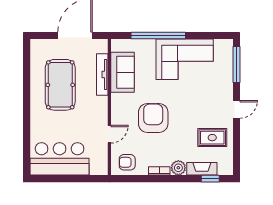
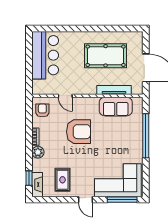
corner sofa: (185, 59) -> (118, 180), moved, turned 90
fireplace: (202, 169) -> (37, 185), moved

